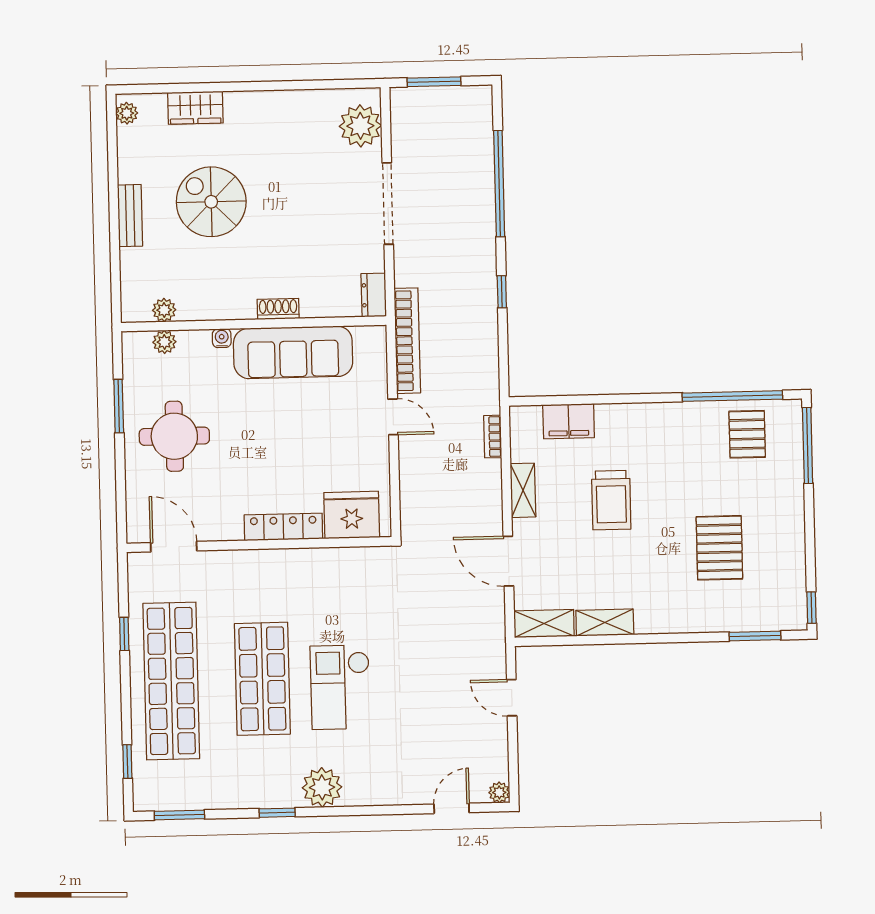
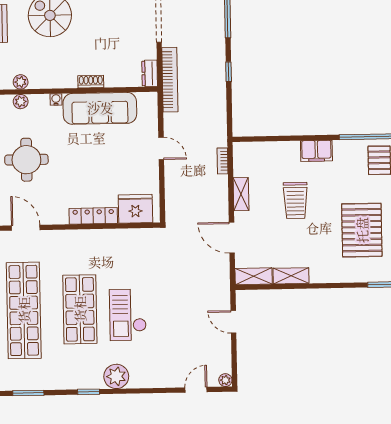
bookcase: (407, 341) -> (170, 80), moved
filing cabinet: (569, 421) -> (316, 151), moved
pallet: (719, 548) -> (362, 230), width x1.37, depth x1.41

